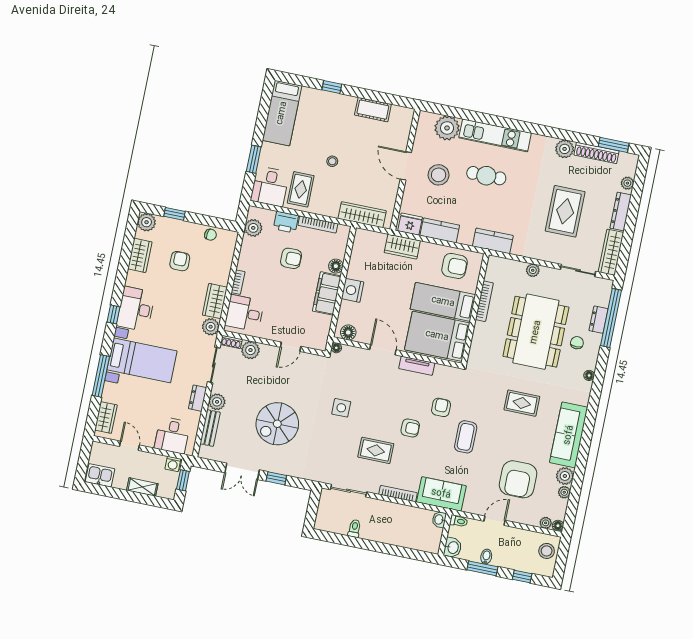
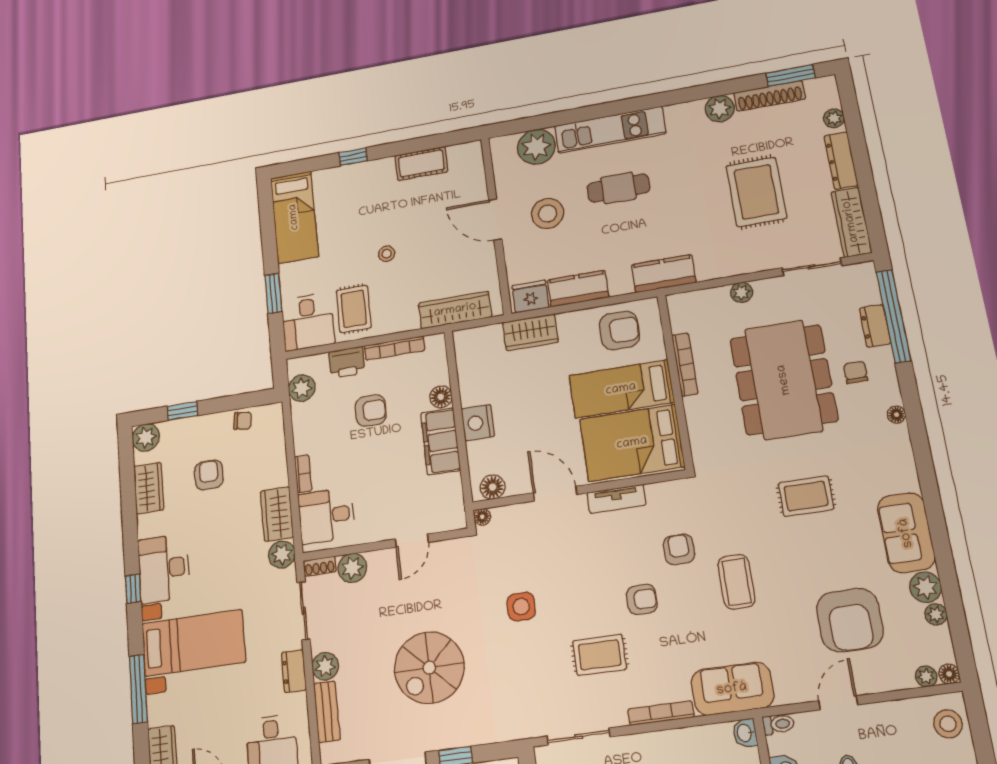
sofa: (569, 435) -> (906, 533), width x0.73

